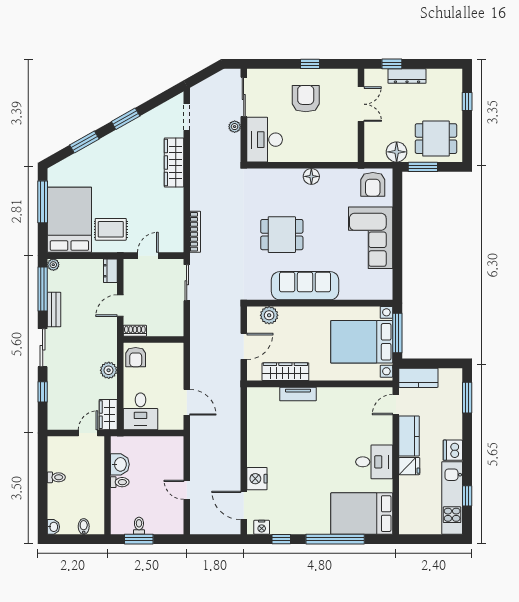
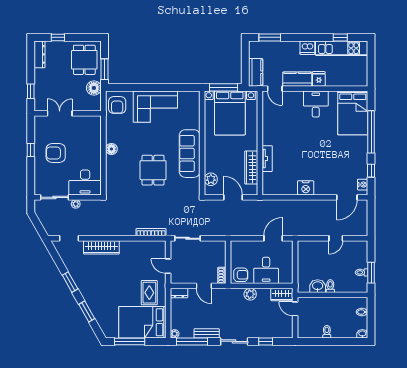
dresser: (407, 76) -> (40, 54), moved
armchair: (373, 184) -> (117, 105), turned 90
desk: (140, 411) -> (266, 270), moved, turned 90
nightstand: (257, 479) -> (306, 188), moved

